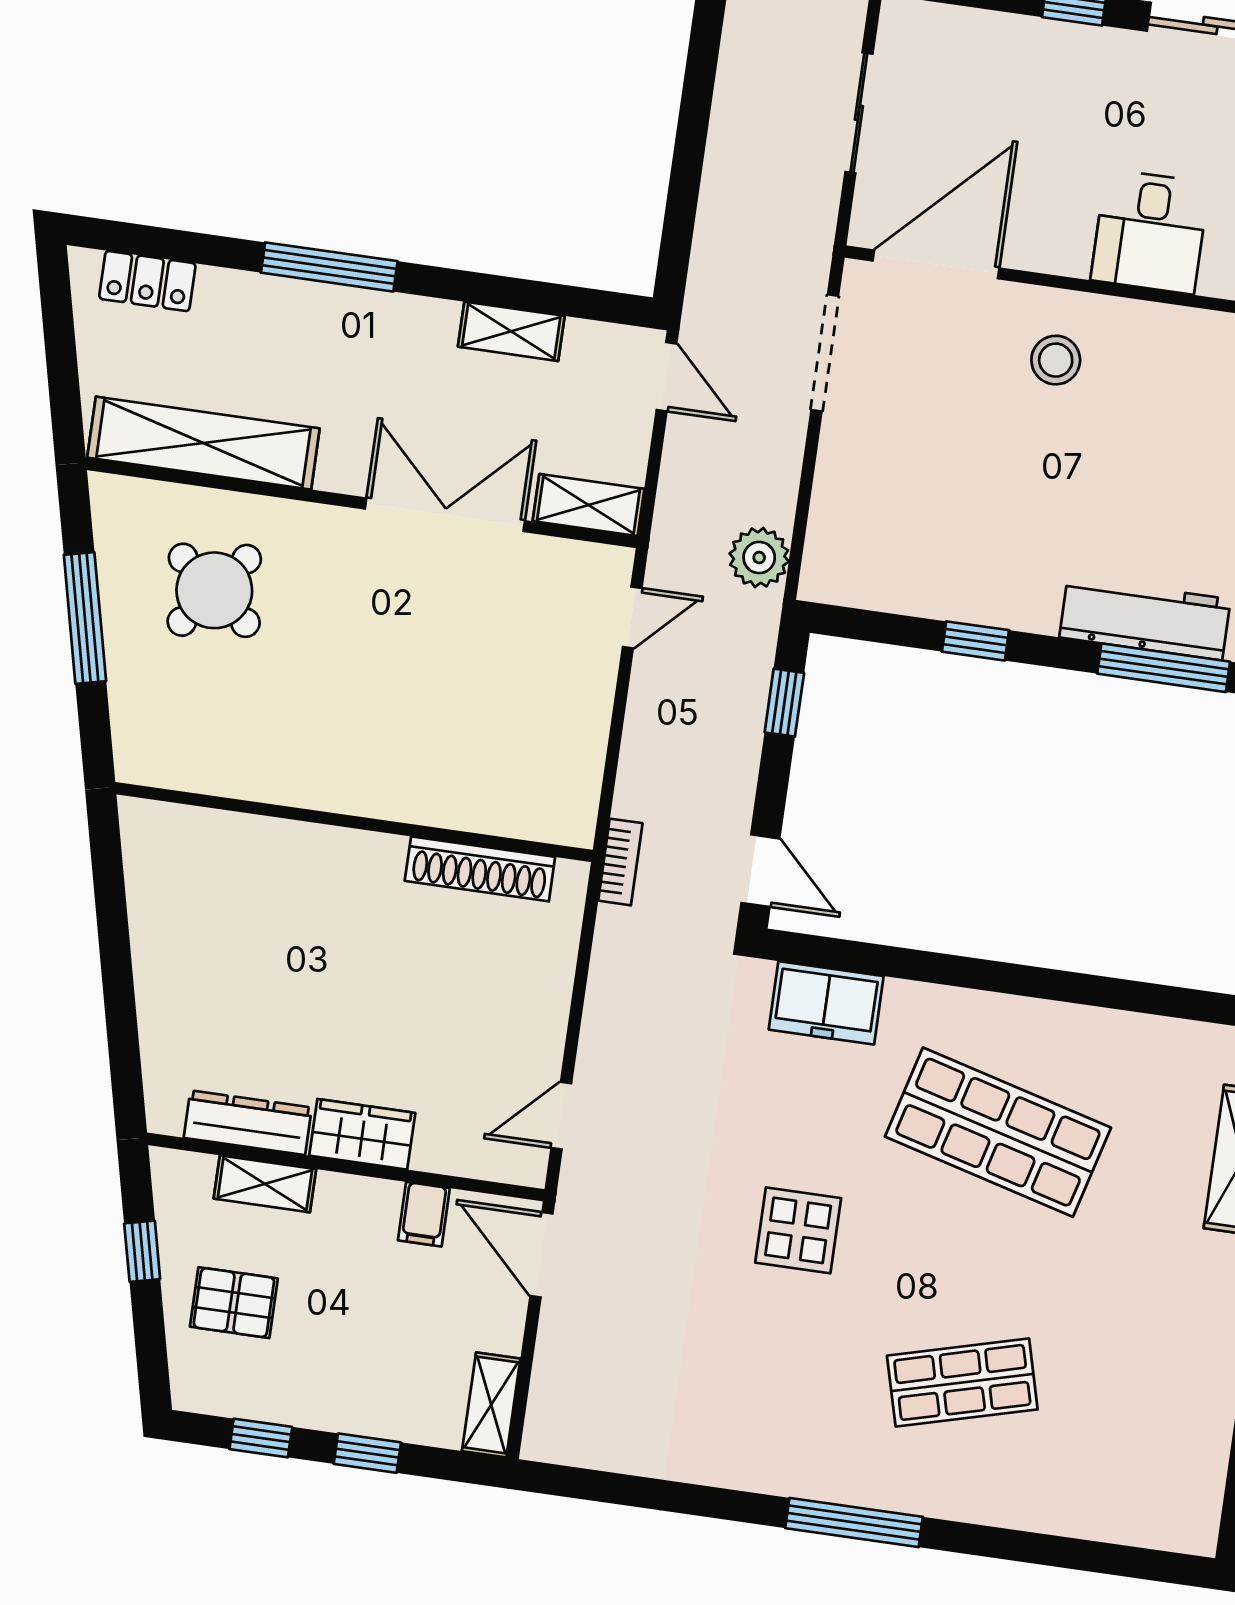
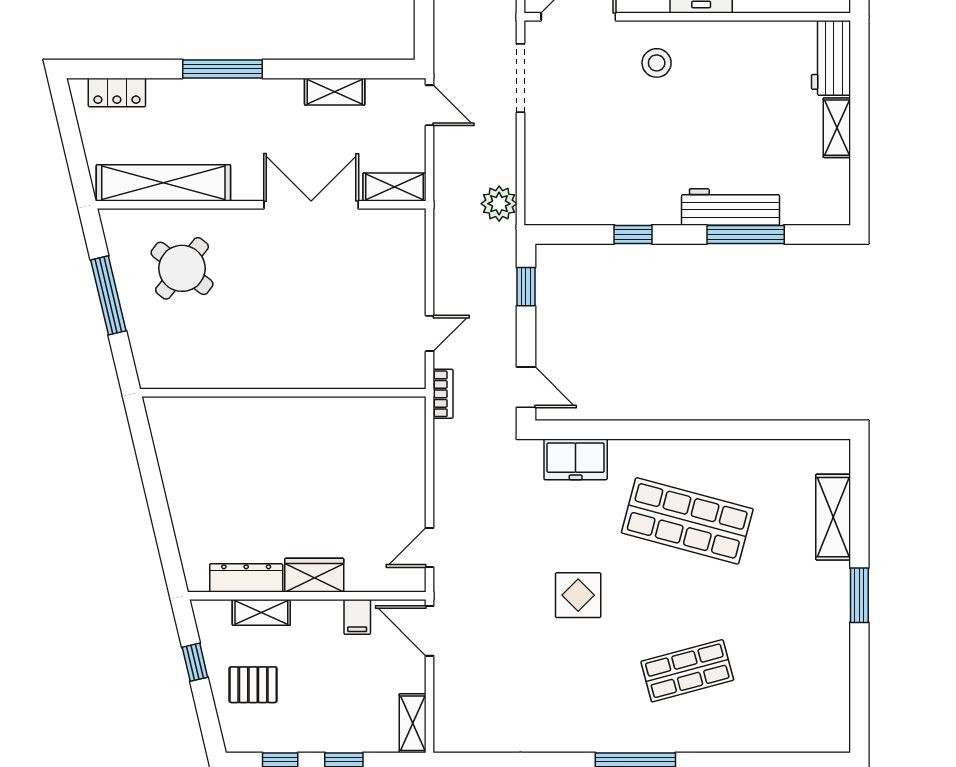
door: (632, 617) -> (430, 333), moved
shoe rack: (480, 869) -> (361, 410), removed

